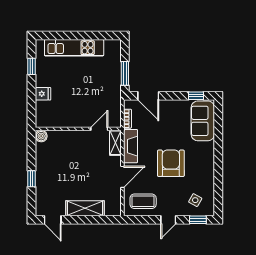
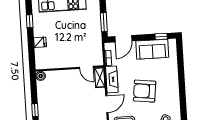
door: (148, 96) -> (123, 39), hinge flipped
sofa: (203, 121) -> (152, 49), moved, turned -90
door: (99, 129) -> (86, 67), swing flipped
armchair: (171, 163) -> (145, 91), turned -83

